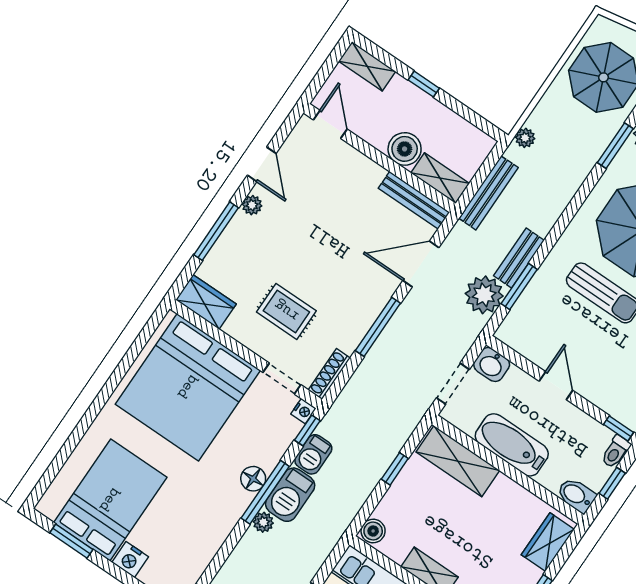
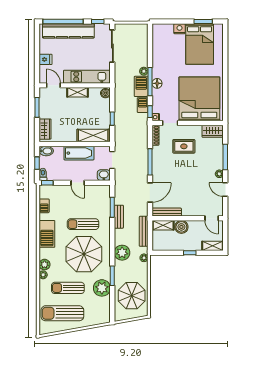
plant: (484, 295) -> (122, 253), moved

